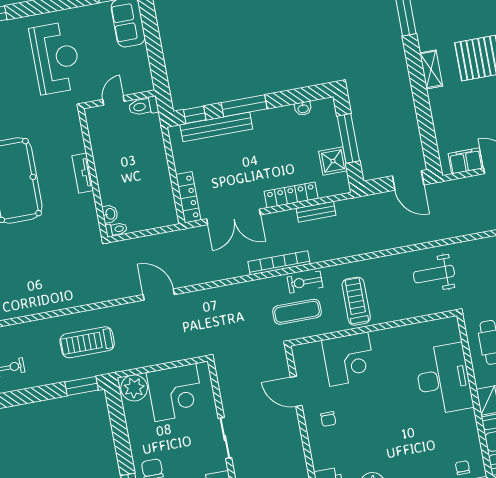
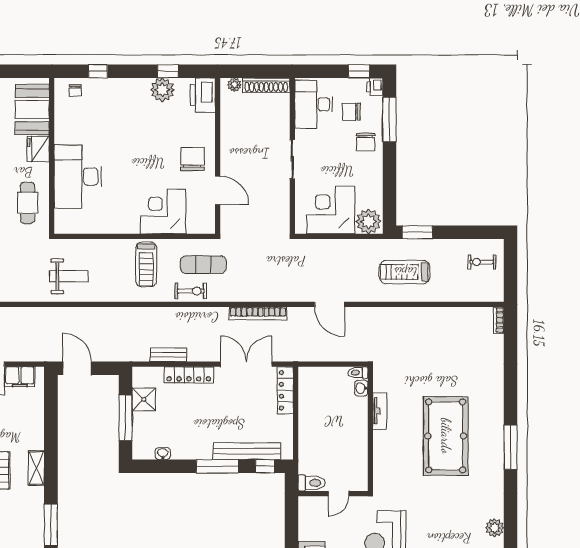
tv unit: (83, 173) -> (380, 411), moved
bookcase: (279, 263) -> (258, 313), moved
treadmill: (87, 342) -> (405, 272), turned 180
chair: (328, 419) -> (193, 159), width x1.87, depth x1.87

